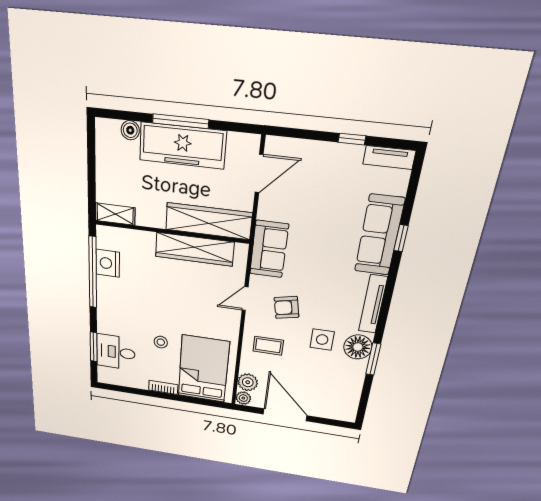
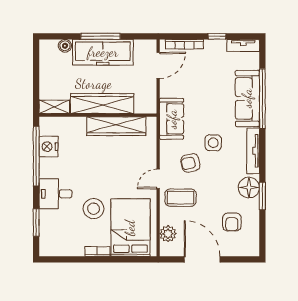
bookcase: (301, 146) -> (184, 44), added
wardrobe: (209, 221) -> (102, 103), moved
window: (401, 238) -> (262, 99), width x3.17
door: (245, 299) -> (158, 179), moved
side table: (322, 340) -> (213, 143), moved
stool: (161, 342) -> (93, 209), width x1.89, depth x1.89
coffee table: (268, 346) -> (181, 198), width x1.36, depth x1.30
desk: (116, 352) -> (56, 194), moved
armchair: (328, 382) -> (232, 222), added
plant: (243, 398) -> (166, 250), removed

